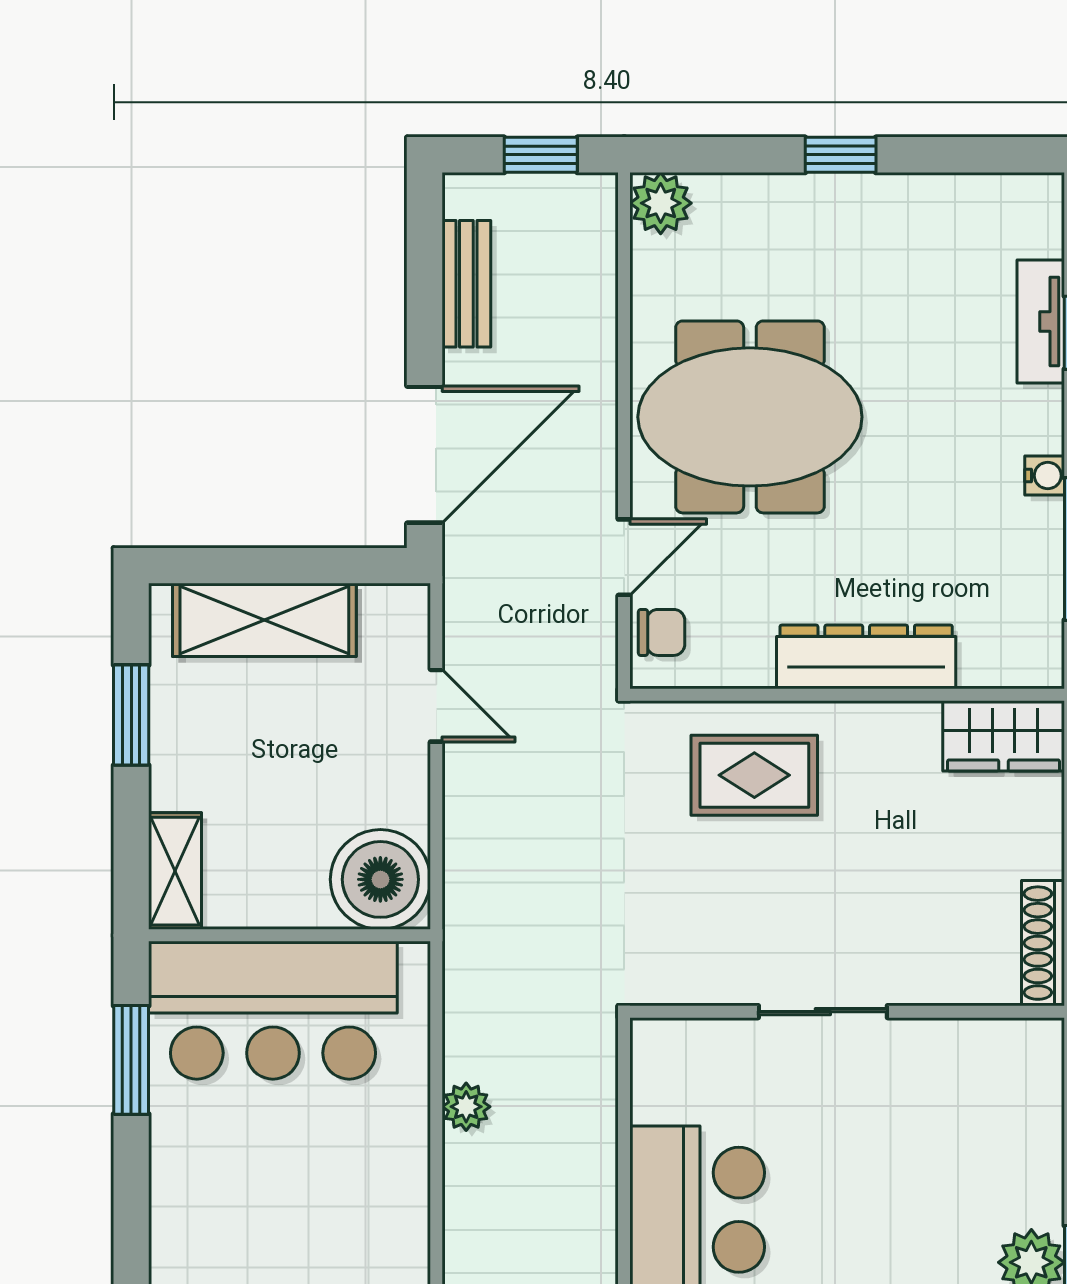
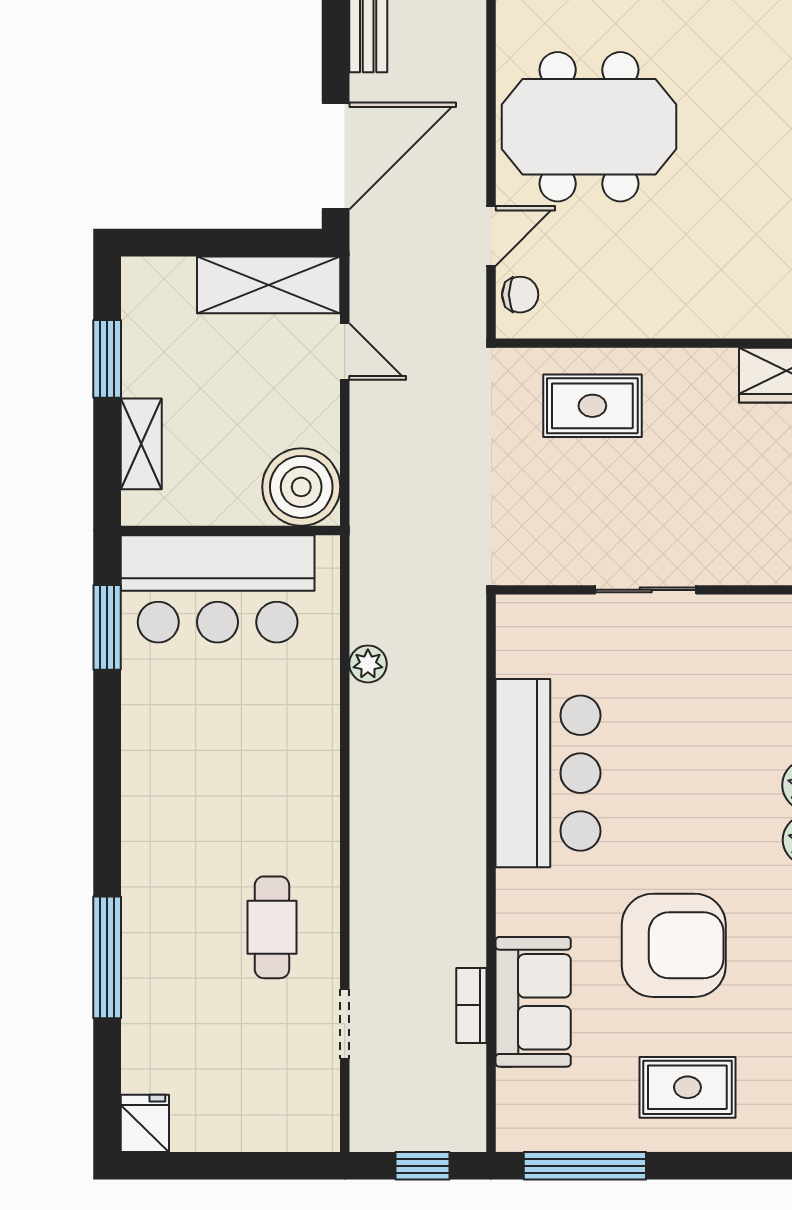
shelving: (264, 620) -> (269, 285), moved
dresser: (866, 657) -> (679, 314), removed
shelving: (175, 871) -> (141, 444), moved

